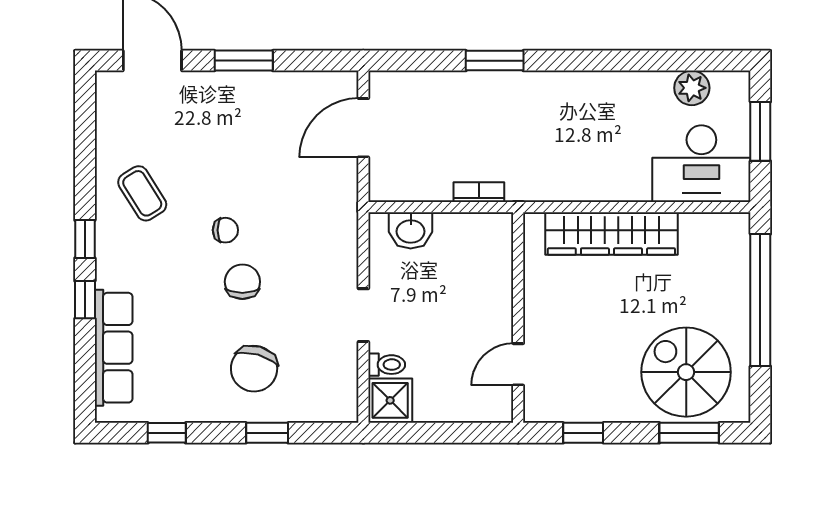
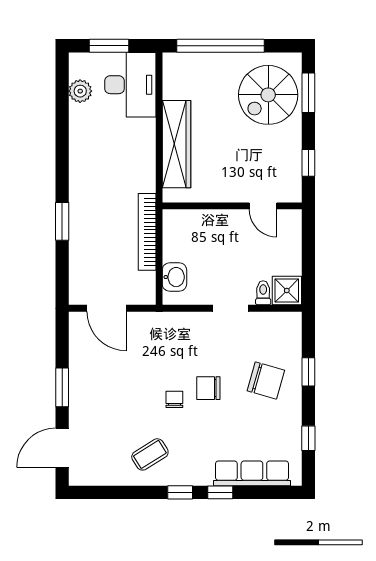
bookcase: (479, 192) -> (147, 232), width x2.31, depth x1.31

